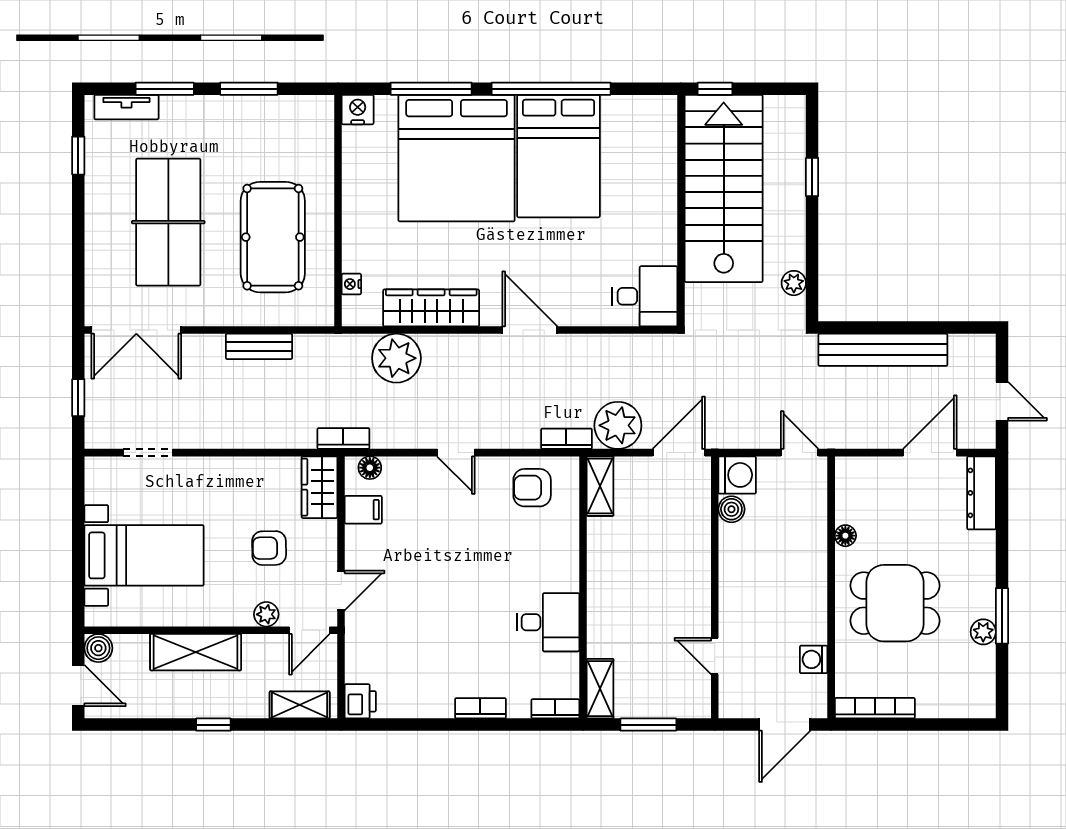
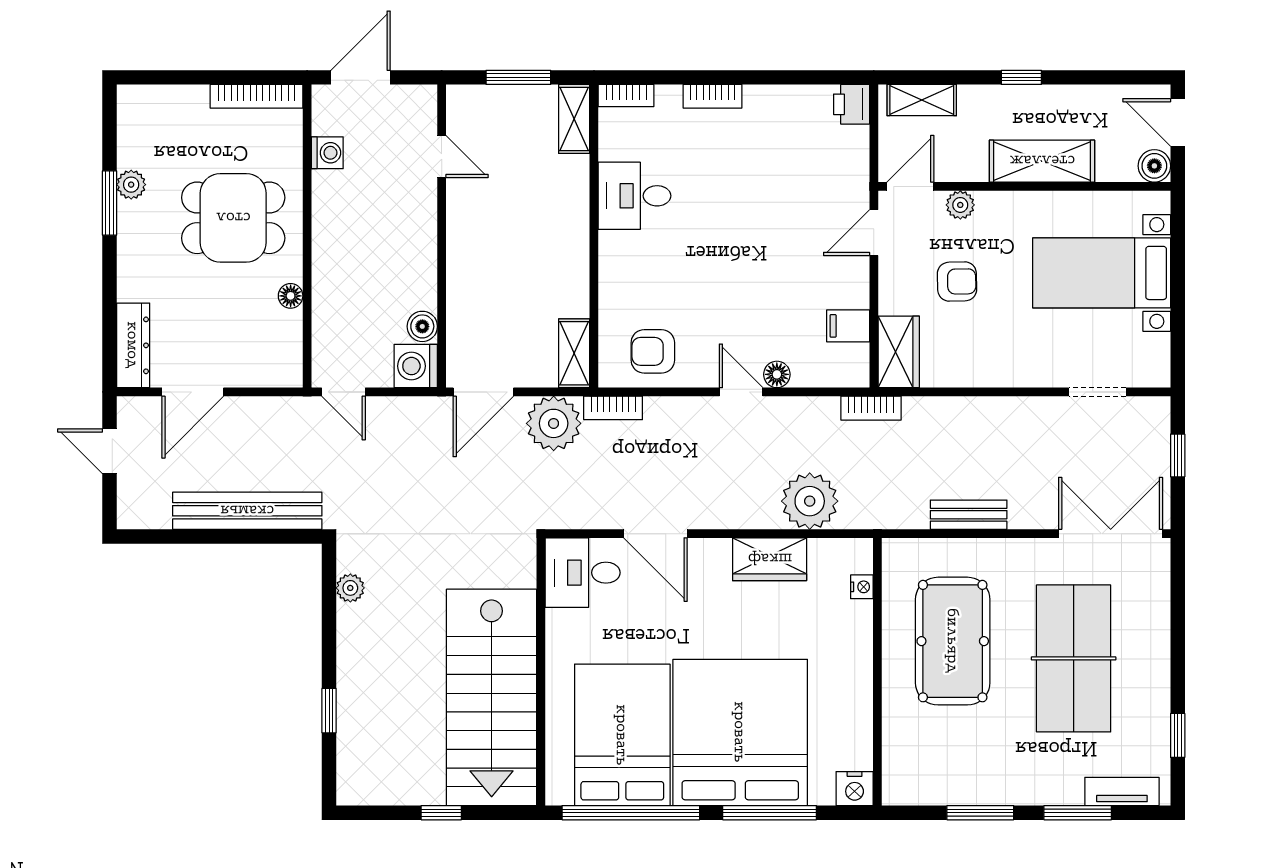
stairs: (724, 188) -> (492, 697), moved
wall: (681, 211) -> (541, 672), moved
desk: (645, 296) -> (583, 573), moved
wardrobe: (431, 308) -> (770, 559), width x0.67
floor lamp: (370, 468) -> (777, 374), moved
armchair: (532, 488) -> (653, 351), turned 180

